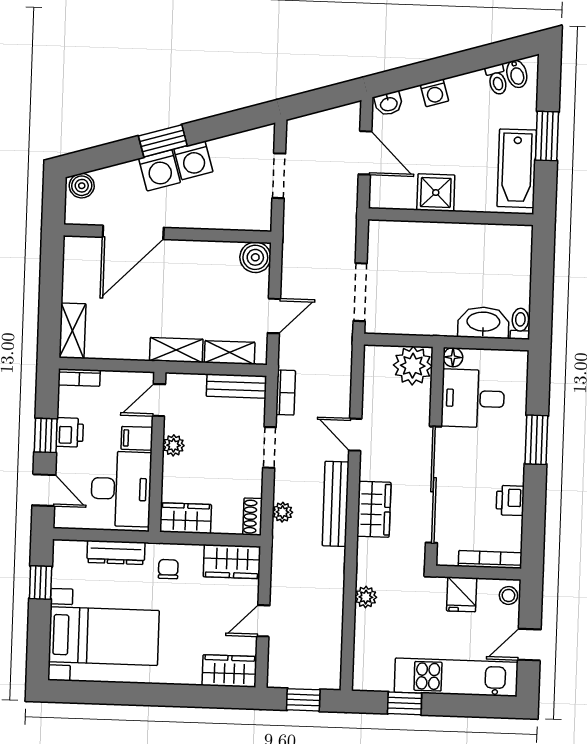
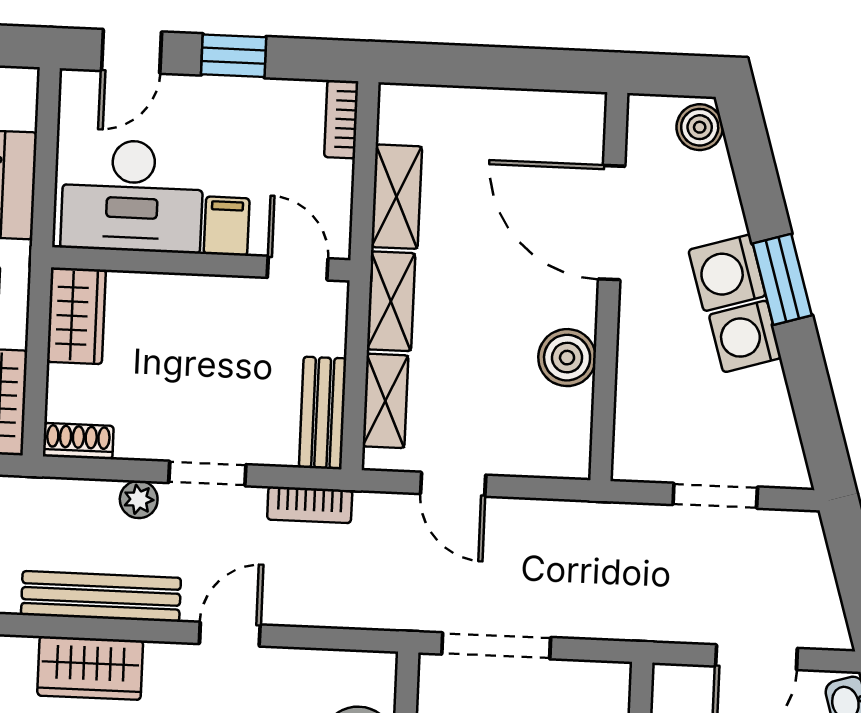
boiler: (255, 257) -> (567, 358), moved
shelving: (72, 331) -> (397, 197), moved, turned 90
printer: (70, 432) -> (239, 101), removed
plant: (173, 445) -> (213, 294), removed
plant: (283, 512) -> (139, 499), moved

